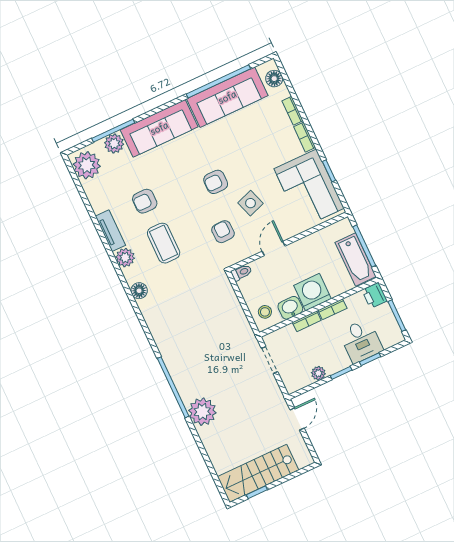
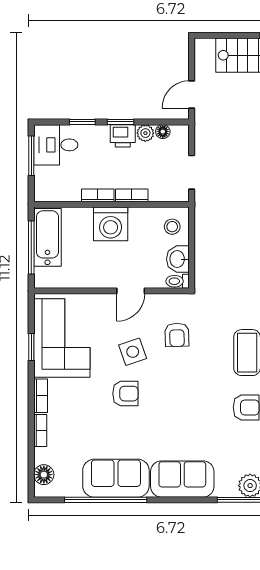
sofa: (227, 97) -> (116, 478), width x0.73
sofa: (159, 128) -> (182, 479), width x0.73
armchair: (216, 182) -> (125, 394), moved
printer: (375, 295) -> (123, 136), moved, turned 90
washbasin: (290, 308) -> (178, 259), moved, turned 90
desk: (361, 341) -> (56, 145), moved, turned -90
floor lamp: (306, 380) -> (163, 132), added

